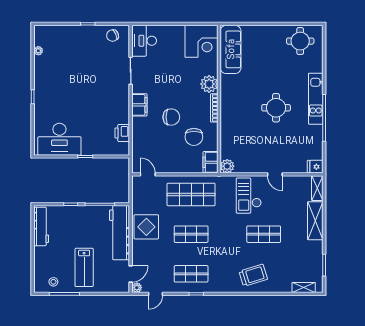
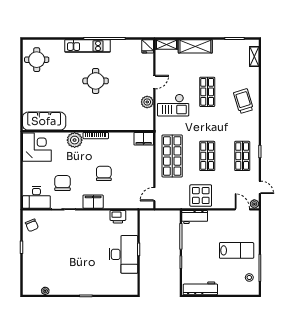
chair: (194, 137) -> (63, 183), moved, turned -90
desk: (59, 139) -> (123, 254), moved
plant: (227, 166) -> (147, 102), moved
workbench: (120, 233) -> (195, 217), width x0.53, depth x0.76

